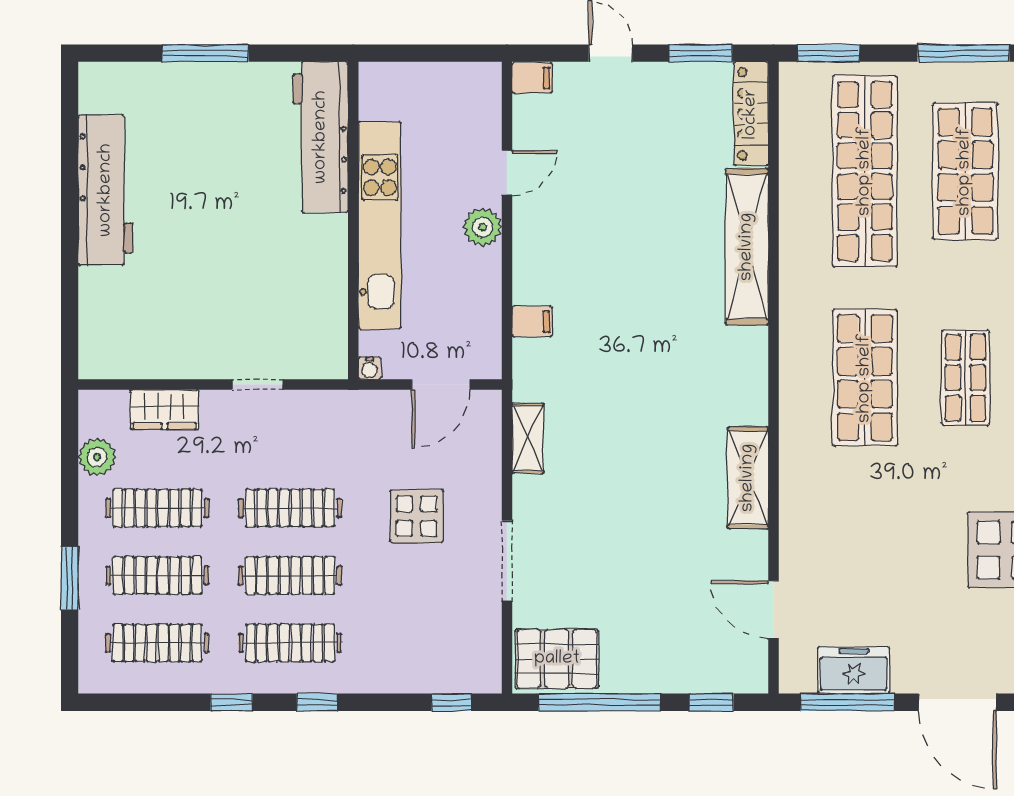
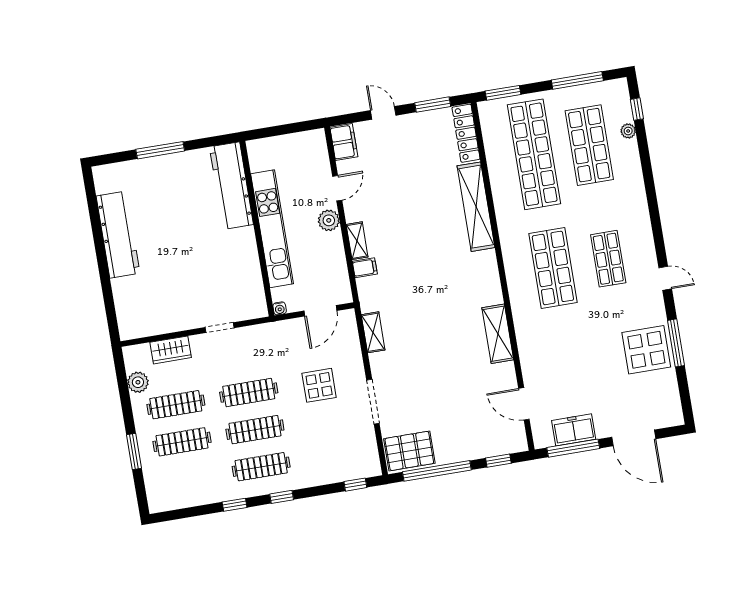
filing cabinet: (532, 78) -> (344, 142), width x2.00
shelving: (527, 272) -> (357, 241), added
clothes rail: (157, 643) -> (188, 479), removed

